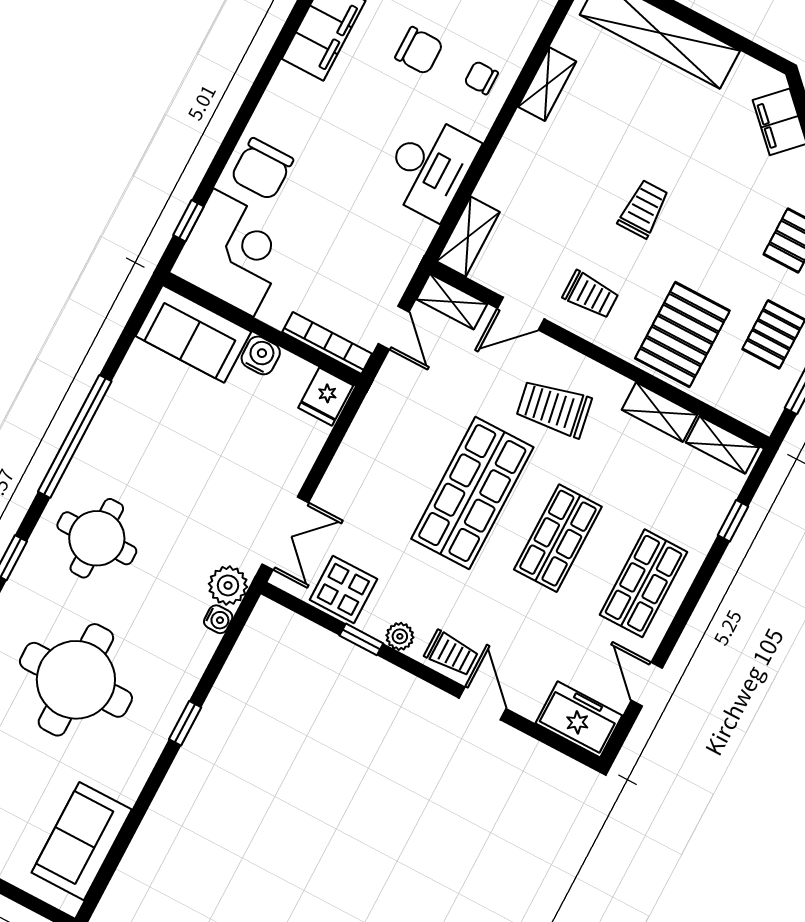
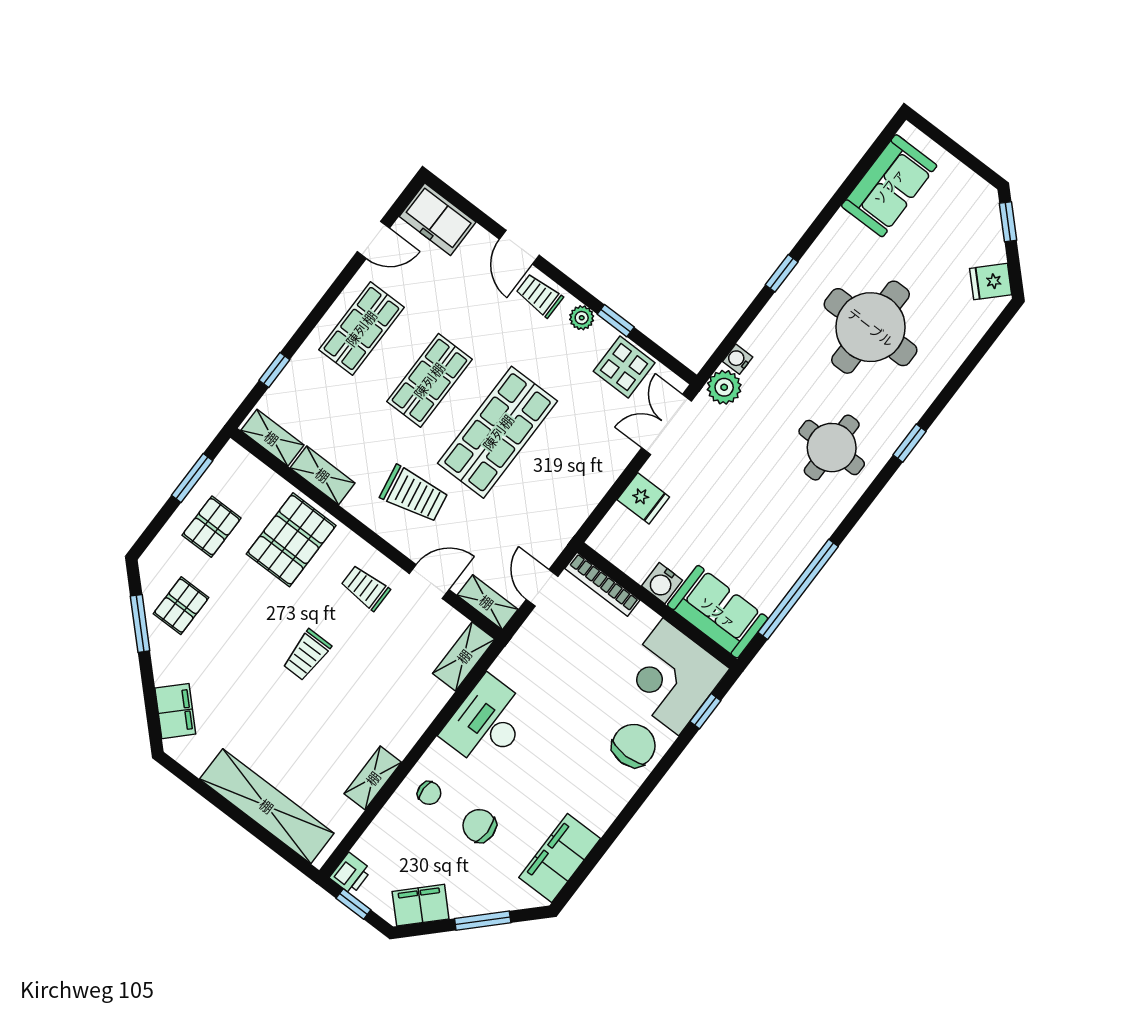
fridge: (326, 397) -> (643, 498), moved, turned 90
window: (75, 436) -> (798, 589), moved
door: (647, 684) -> (373, 240), hinge flipped

